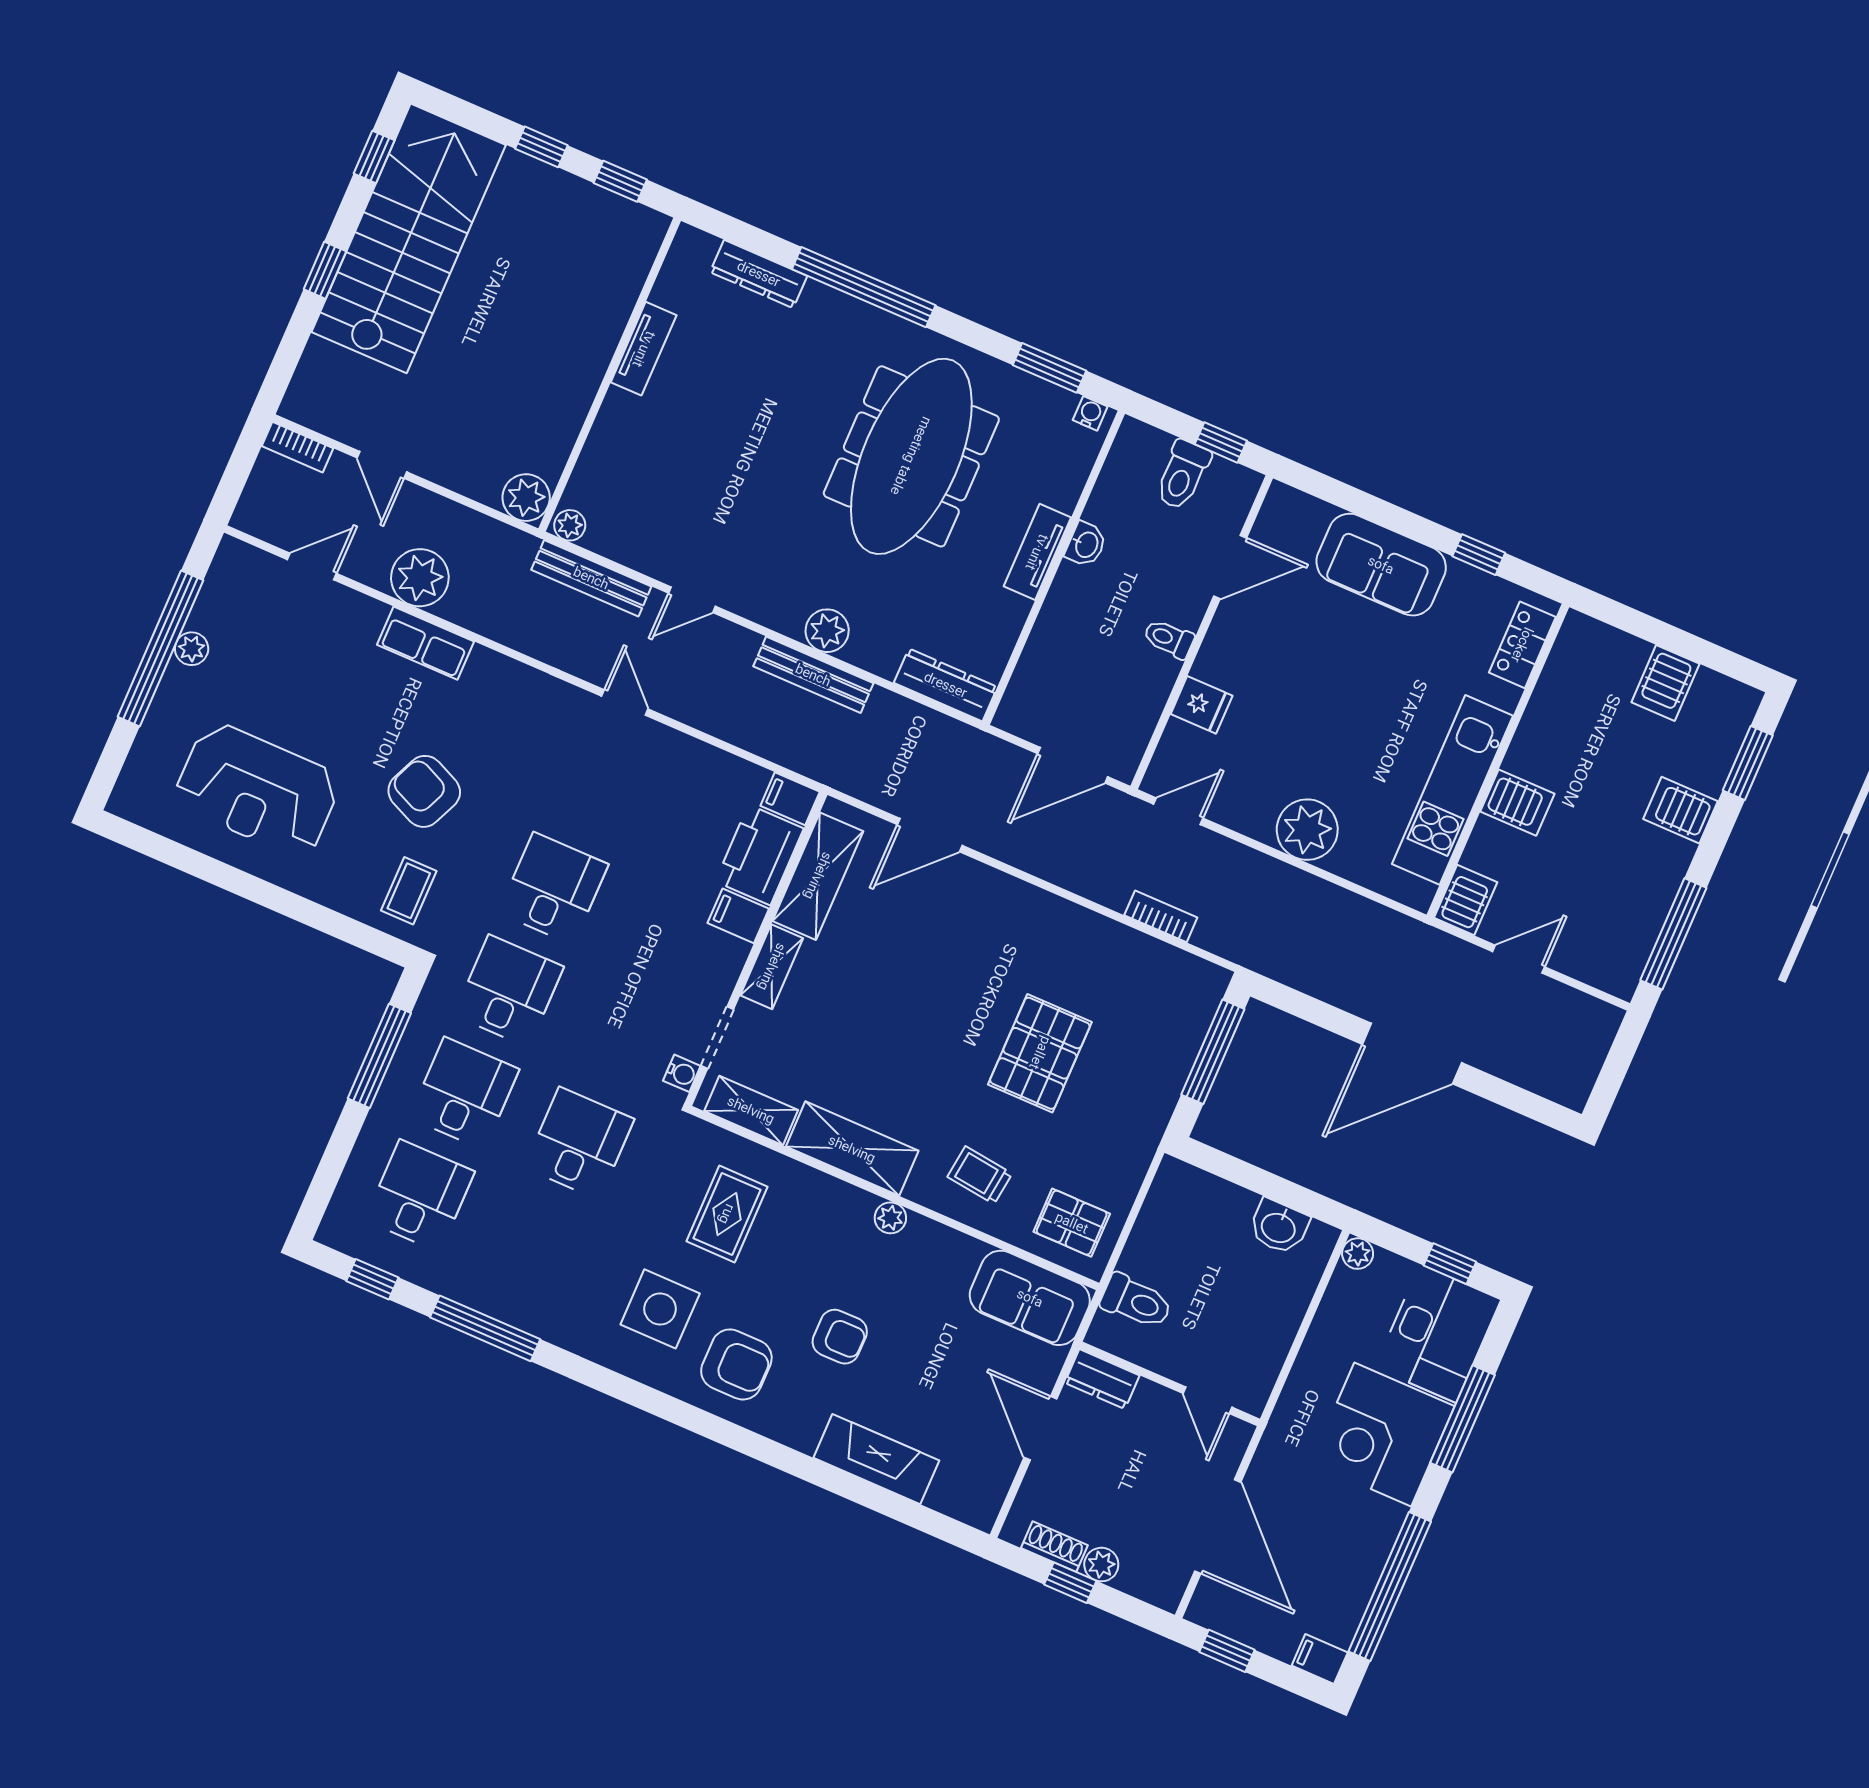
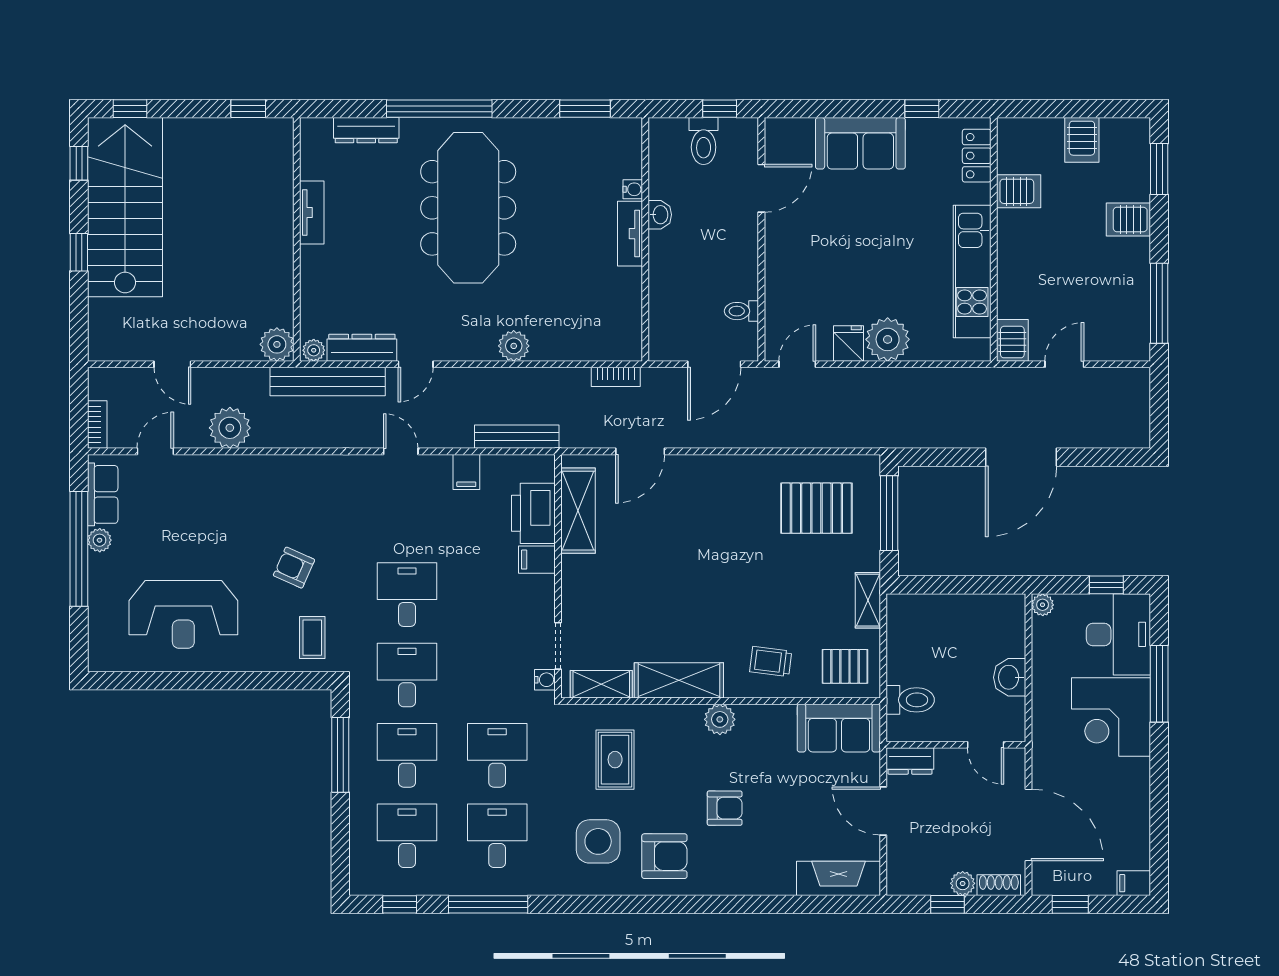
window: (541, 147) -> (130, 109), moved
water cooler: (1090, 413) -> (633, 189), moved, turned 90
bookcase: (297, 447) -> (97, 425), moved, turned -90
meeting table: (911, 456) -> (468, 208), moved
bench: (591, 578) -> (328, 381), width x1.37, depth x1.21
toilet: (1169, 639) -> (741, 311), moved
row of seats: (426, 643) -> (103, 494), moved, turned -90
bench: (813, 675) -> (517, 437), moved
dresser: (946, 685) -> (362, 348), moved
fridge: (1202, 705) -> (848, 344), moved, turned -90
armchair: (424, 791) -> (294, 568), width x0.72, depth x0.72
filing cabinet: (790, 799) -> (466, 472), moved, turned -90
server rack: (1517, 803) -> (1019, 191), moved
bookcase: (1161, 916) -> (616, 377), moved, turned 180
shelving: (772, 967) -> (868, 600), moved
pallet: (1040, 1053) -> (816, 508), moved, turned 90
plant: (890, 1218) -> (720, 719), width x1.38, depth x1.38
washbasin: (1279, 1227) -> (1010, 677), moved, turned 90
desk: (535, 1246) -> (497, 836), added
fireplace: (876, 1459) -> (838, 878), moved
shoe rack: (1054, 1547) -> (999, 885), moved
window: (1390, 1586) -> (1159, 815), removed

